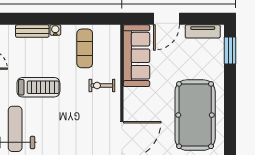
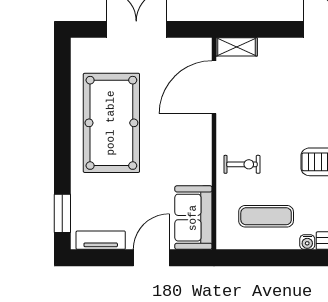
exercise mat: (85, 48) -> (266, 216), turned 90
sofa: (137, 56) -> (193, 218), width x0.73

